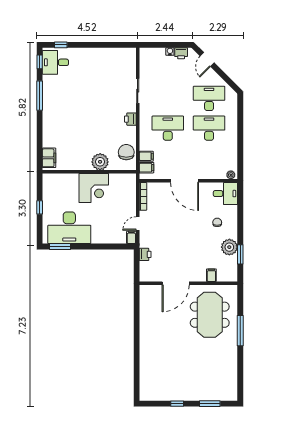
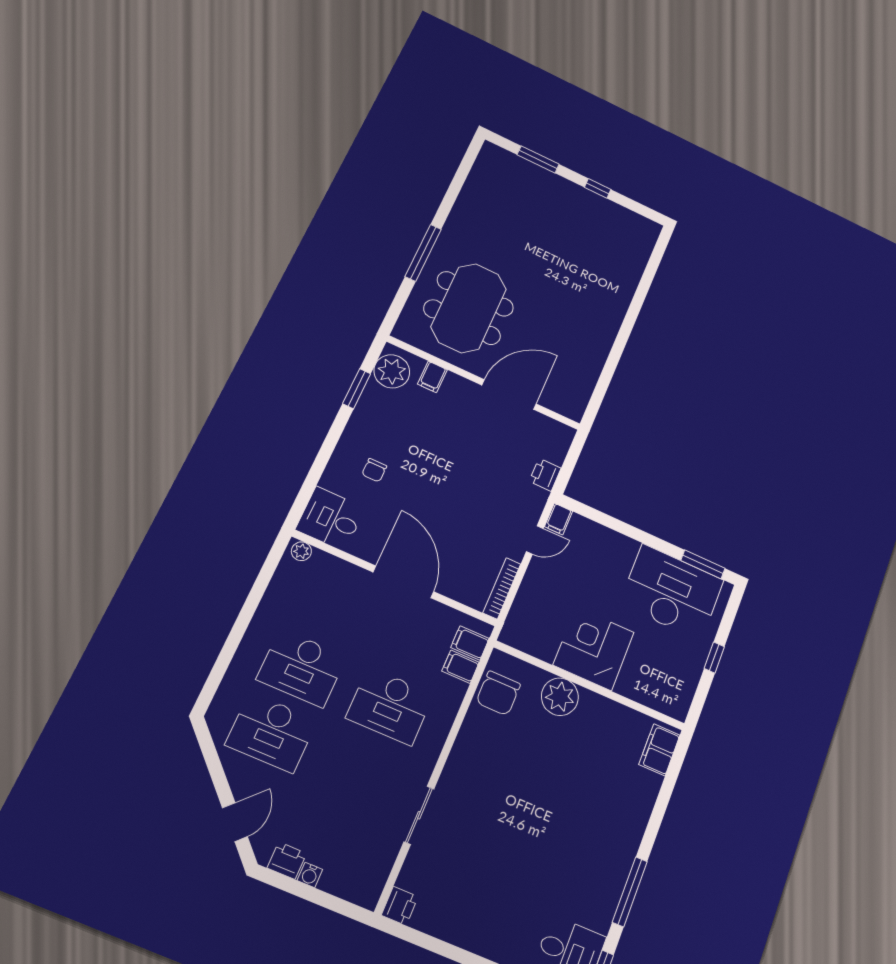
printer: (130, 119) -> (400, 906), moved
plant: (229, 247) -> (392, 371), moved

